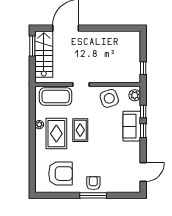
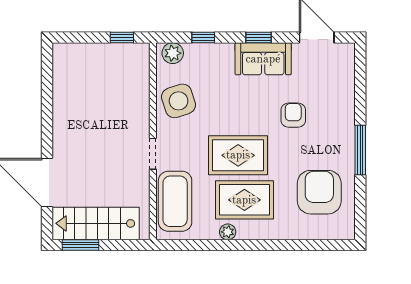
sofa: (132, 126) -> (263, 59), moved
rug: (80, 130) -> (238, 155), width x1.36, depth x1.43
window: (143, 131) -> (258, 37), moved
armchair: (93, 183) -> (293, 115), moved, turned 90
window: (93, 195) -> (360, 150), moved

